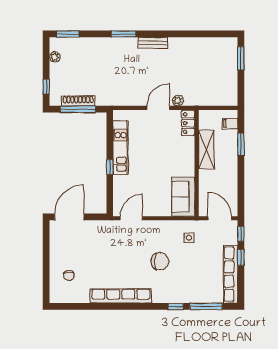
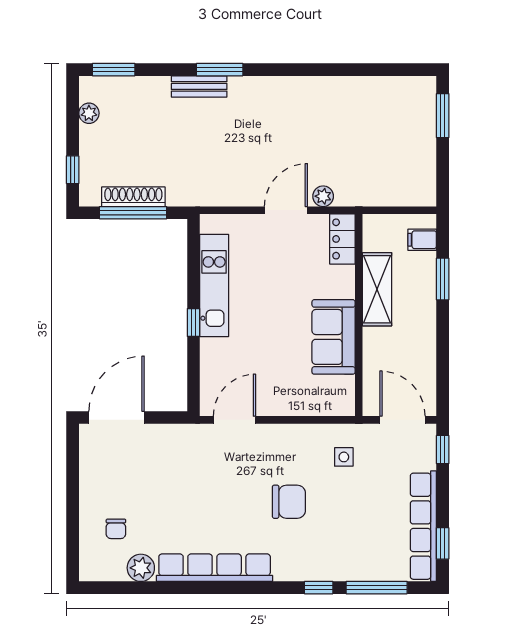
bench: (153, 43) -> (199, 86), moved
sofa: (183, 197) -> (334, 337), moved
window: (241, 258) -> (443, 543), moved
plant: (82, 296) -> (141, 568), added

